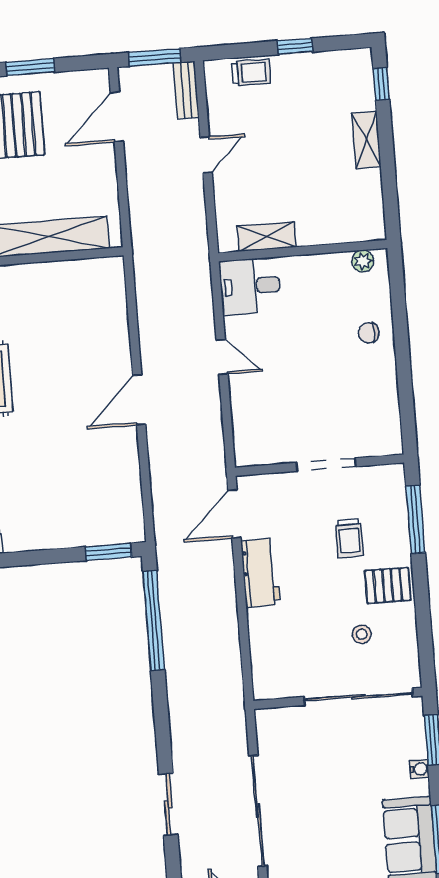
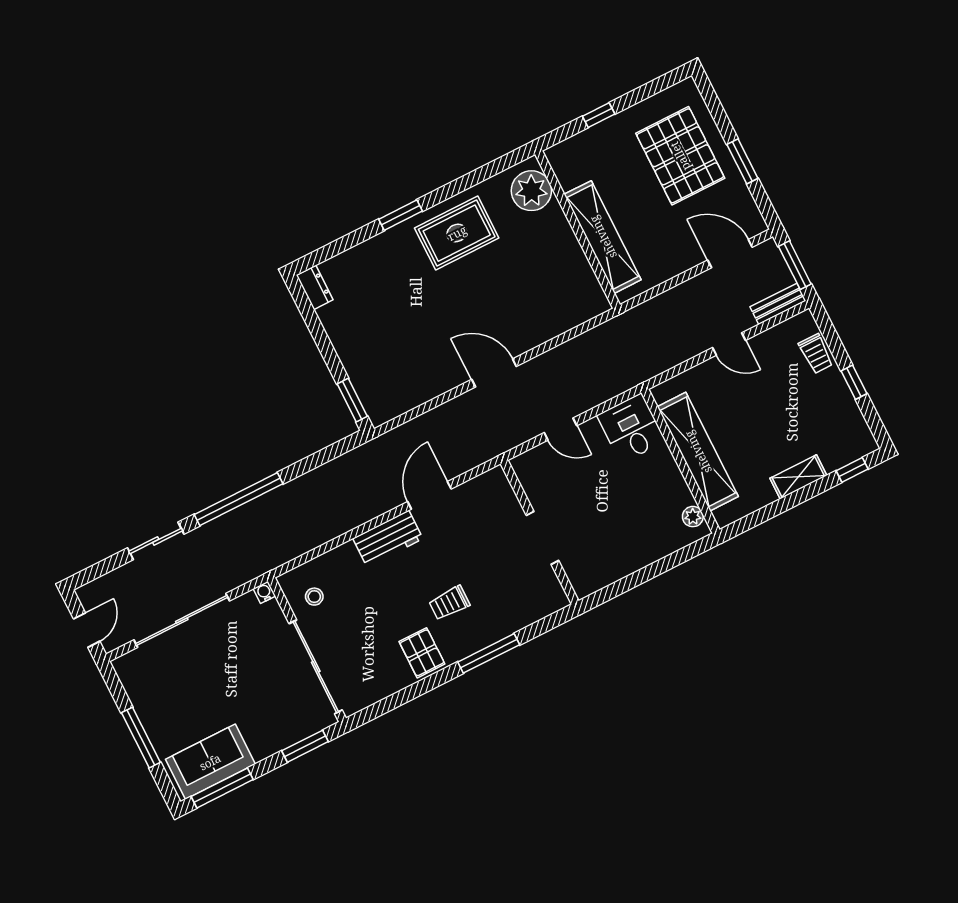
shelving: (267, 237) -> (698, 452), width x2.20, depth x1.33
chair: (369, 333) -> (633, 547), removed
door: (222, 357) -> (560, 429), hinge flipped
wall: (320, 465) -> (540, 532), moved
doorway: (326, 465) -> (542, 538), moved
door: (234, 514) -> (429, 495), hinge flipped
window: (154, 621) -> (239, 499), moved
stool: (362, 634) -> (314, 597), moved
water cooler: (419, 769) -> (264, 592), moved, turned 180

